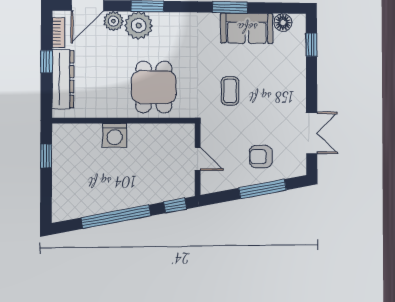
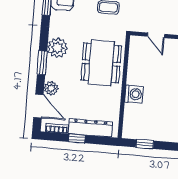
plant: (139, 26) -> (57, 48), moved
dining table: (154, 87) -> (101, 63), width x1.38
door: (198, 159) -> (156, 35), swing flipped

